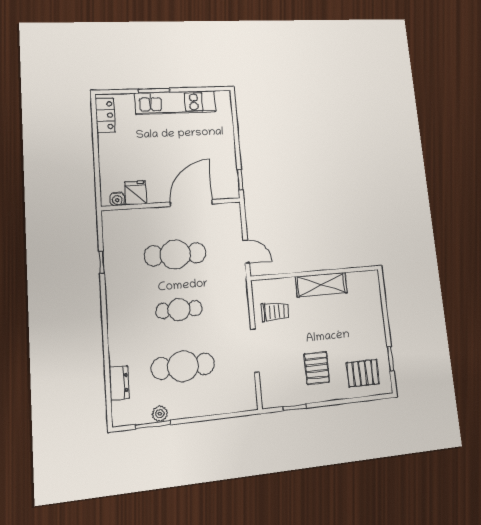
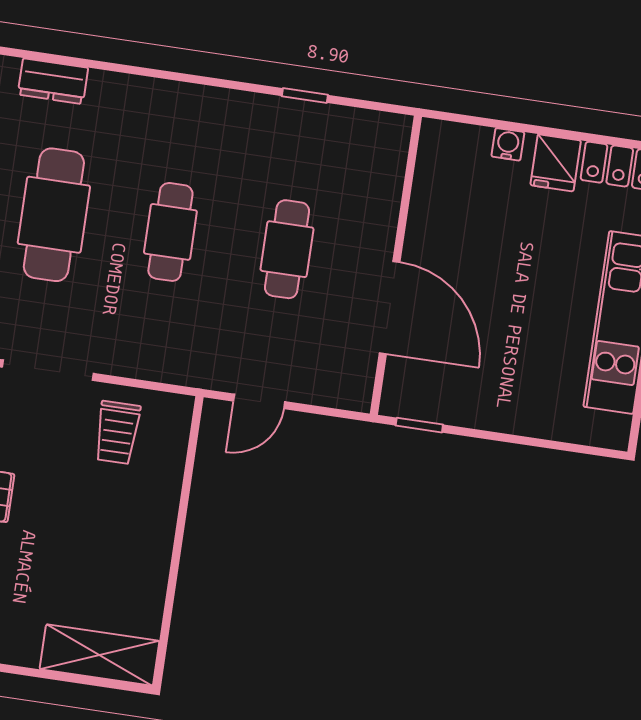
fridge: (136, 193) -> (556, 163), moved, turned 90
water cooler: (117, 199) -> (508, 144), moved, turned 90
cafe table: (175, 254) -> (287, 249), width x0.73, depth x0.74
shelving: (321, 285) -> (100, 655), moved, turned 90

